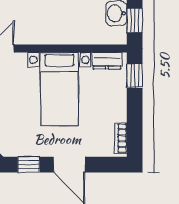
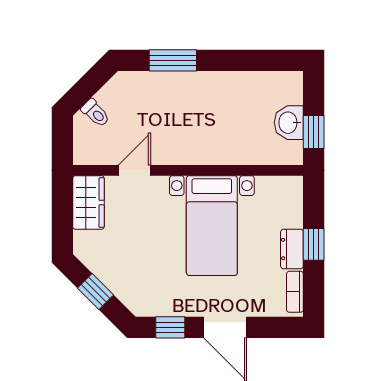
dresser: (107, 61) -> (292, 249), moved, turned 90
window: (135, 76) -> (314, 244), moved

